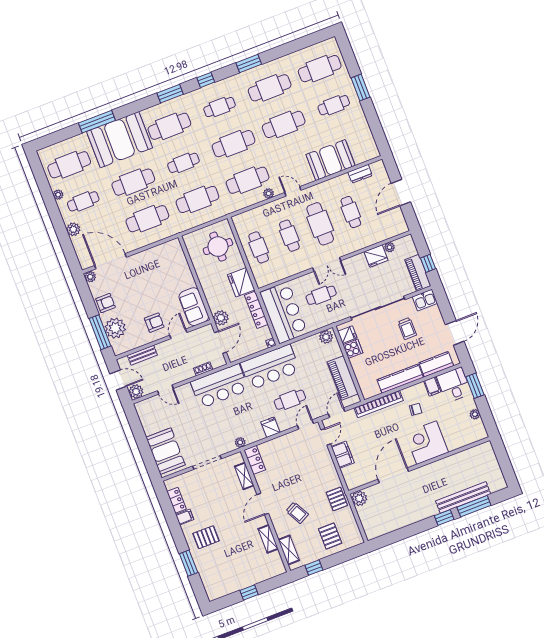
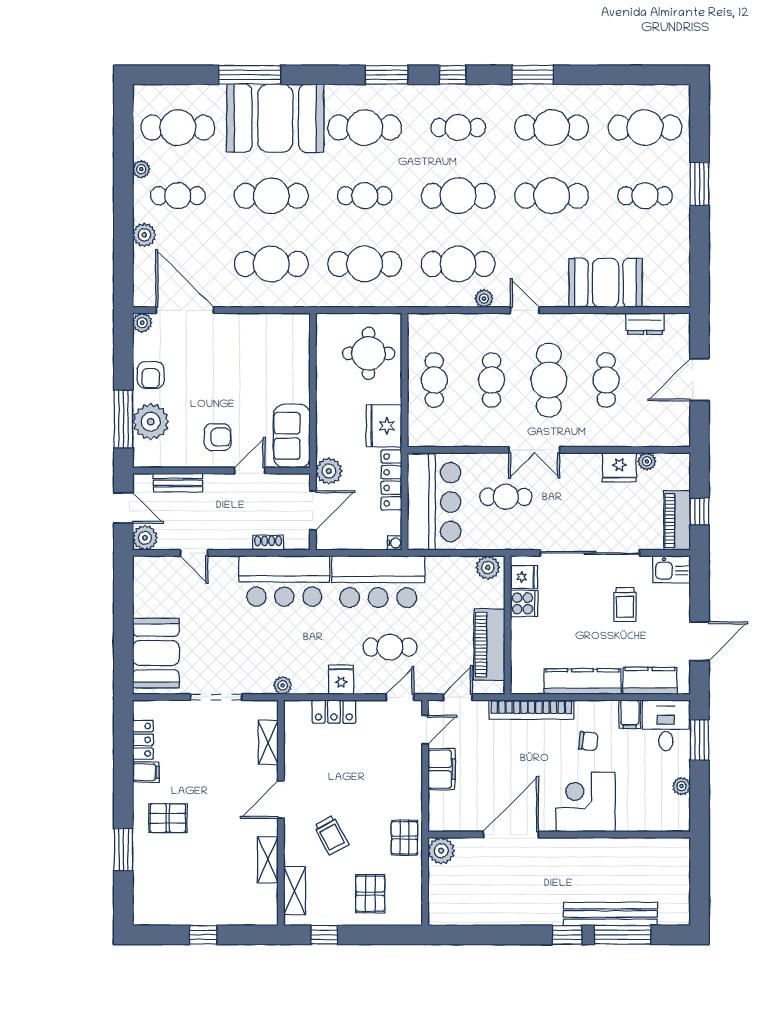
armchair: (106, 303) -> (151, 375), turned 90
locker: (255, 460) -> (334, 712), moved, turned 90

